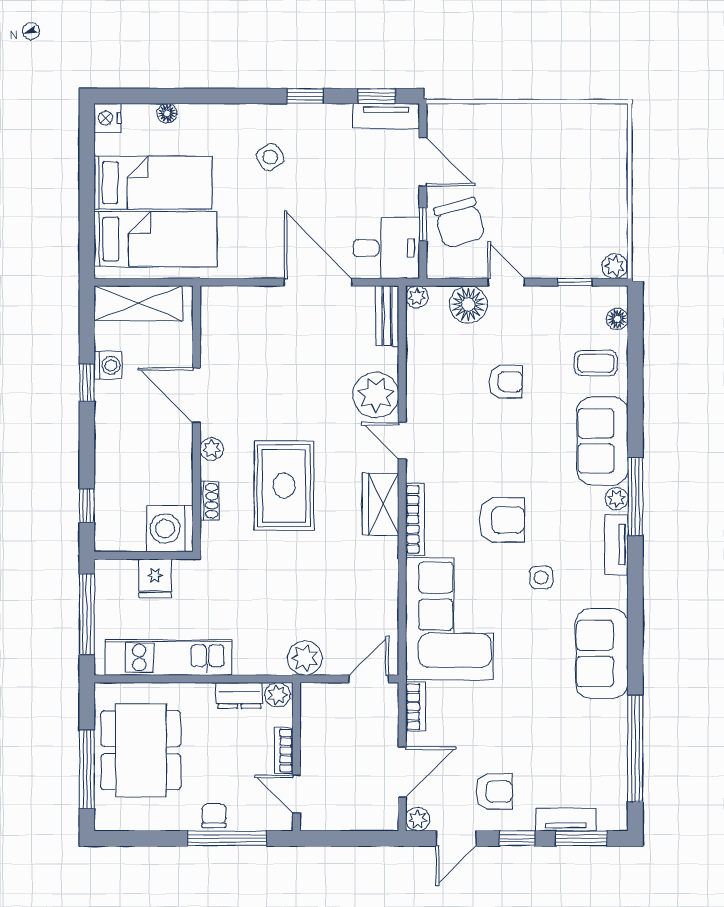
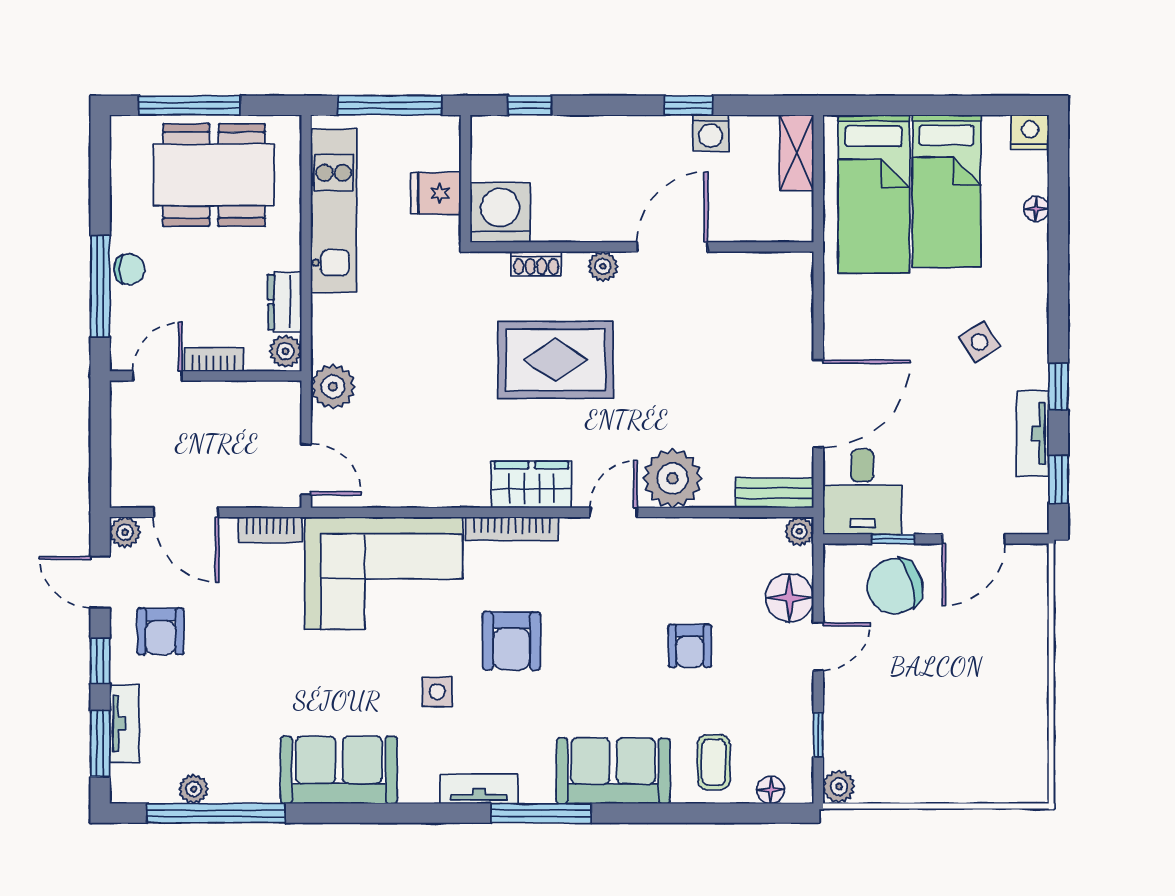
tv unit: (386, 116) -> (1033, 433), moved
shelving: (138, 303) -> (797, 153), width x0.67, depth x0.75
plant: (617, 499) -> (194, 789), moved

